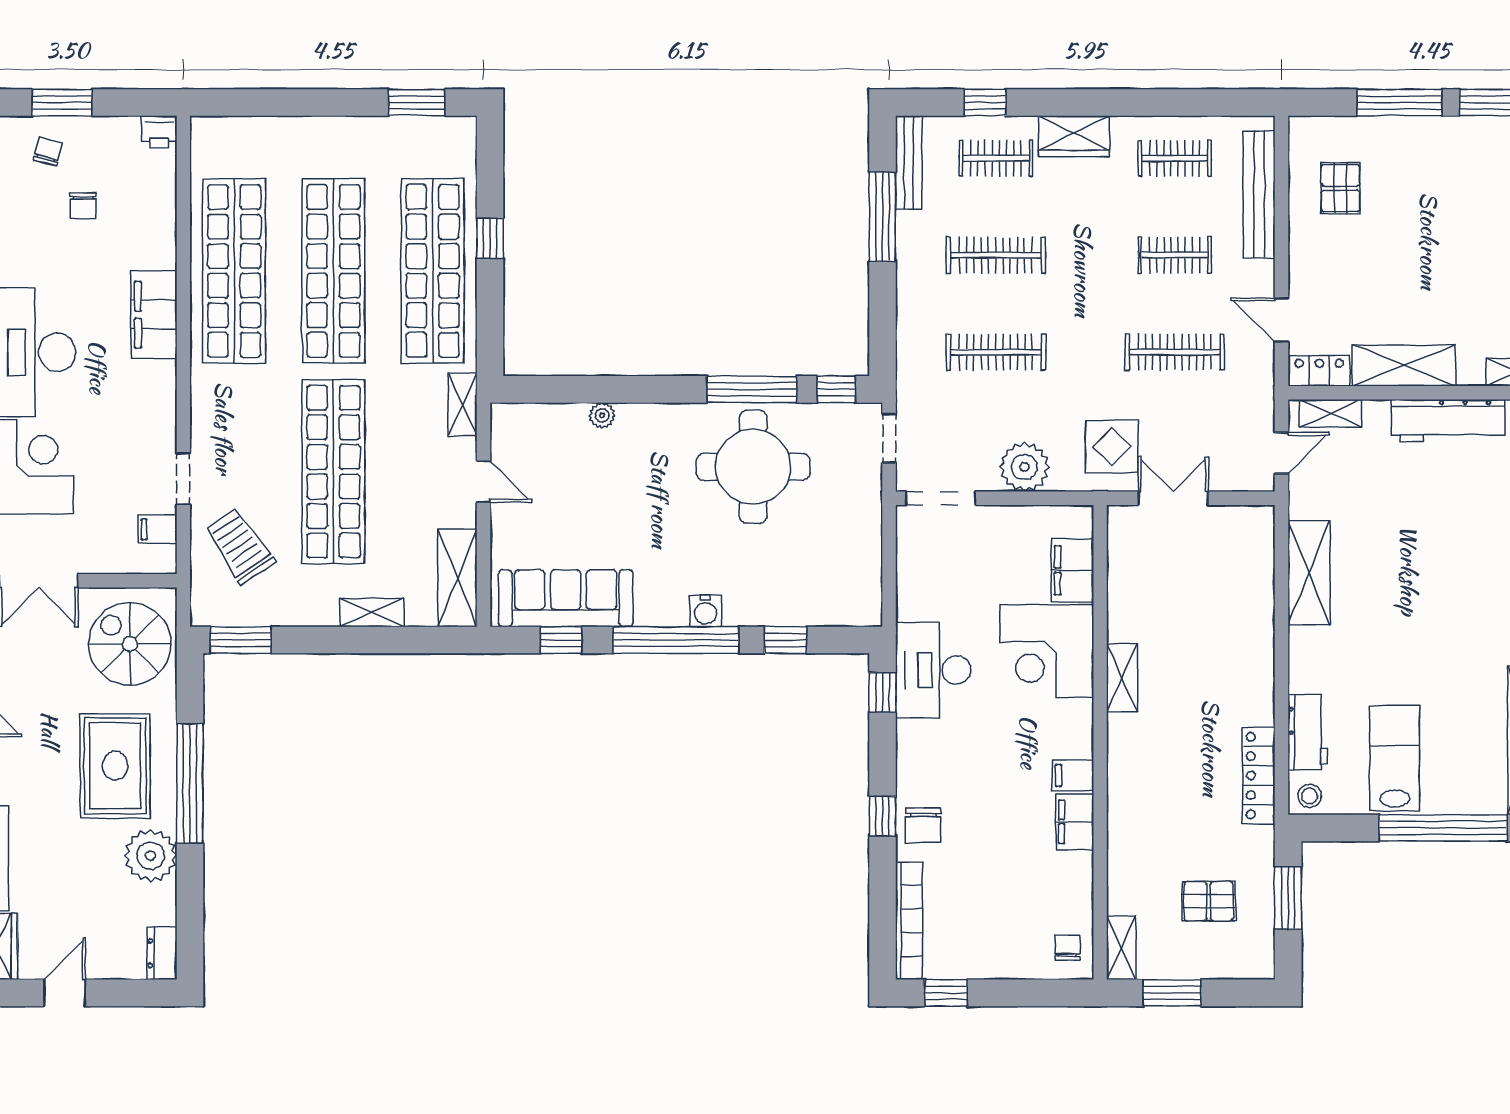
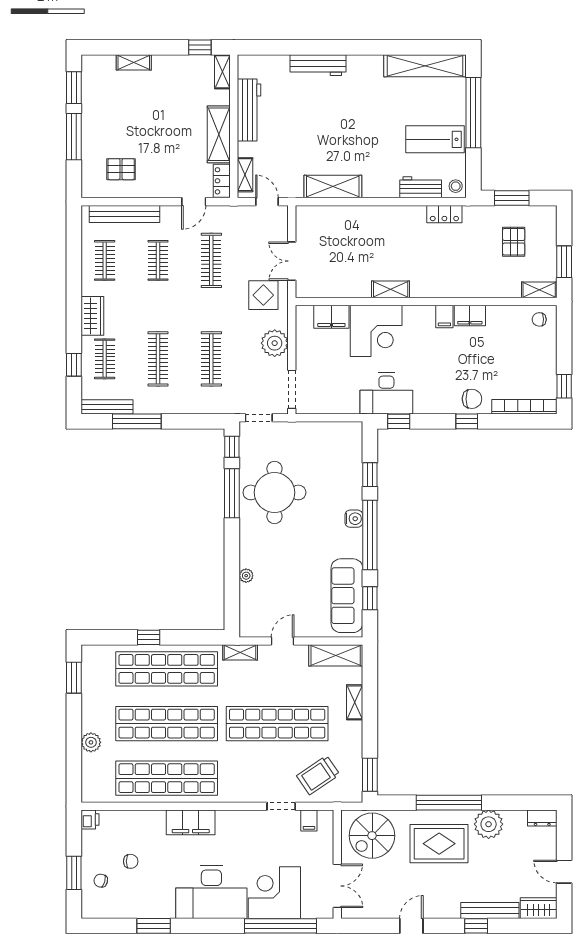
plant: (299, 133) -> (91, 742), added
locker: (1259, 776) -> (444, 214), width x0.66

